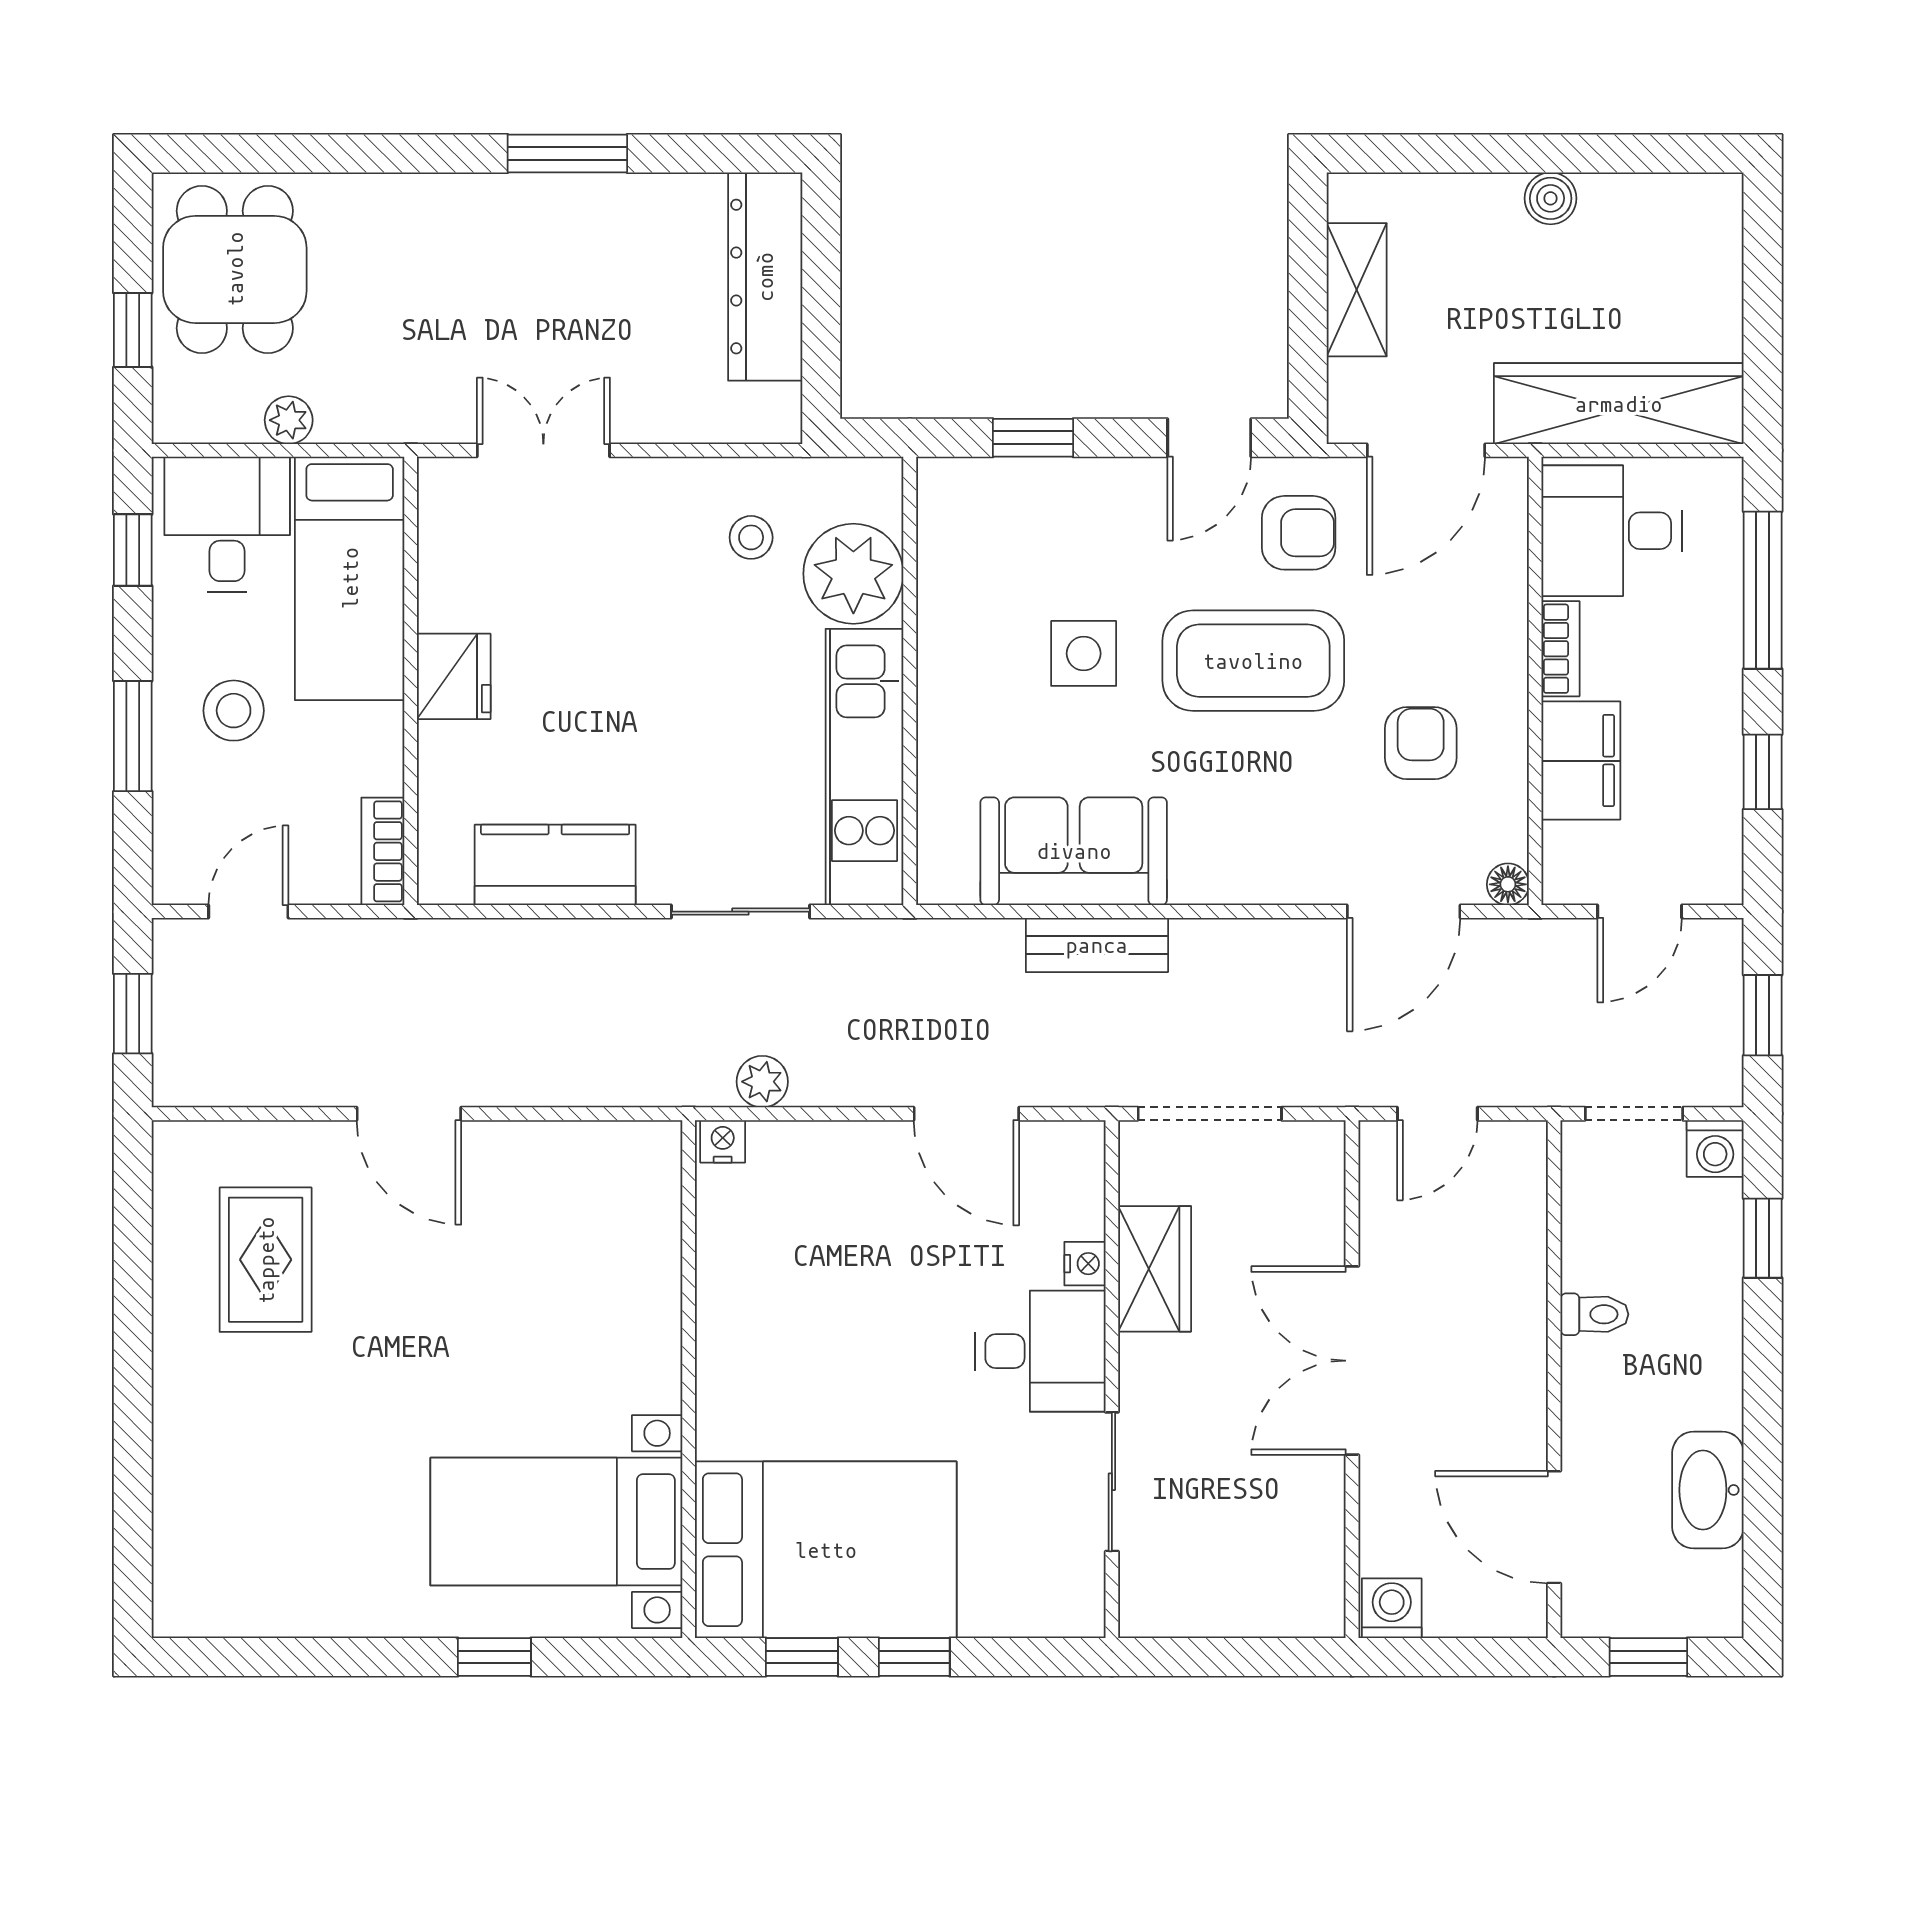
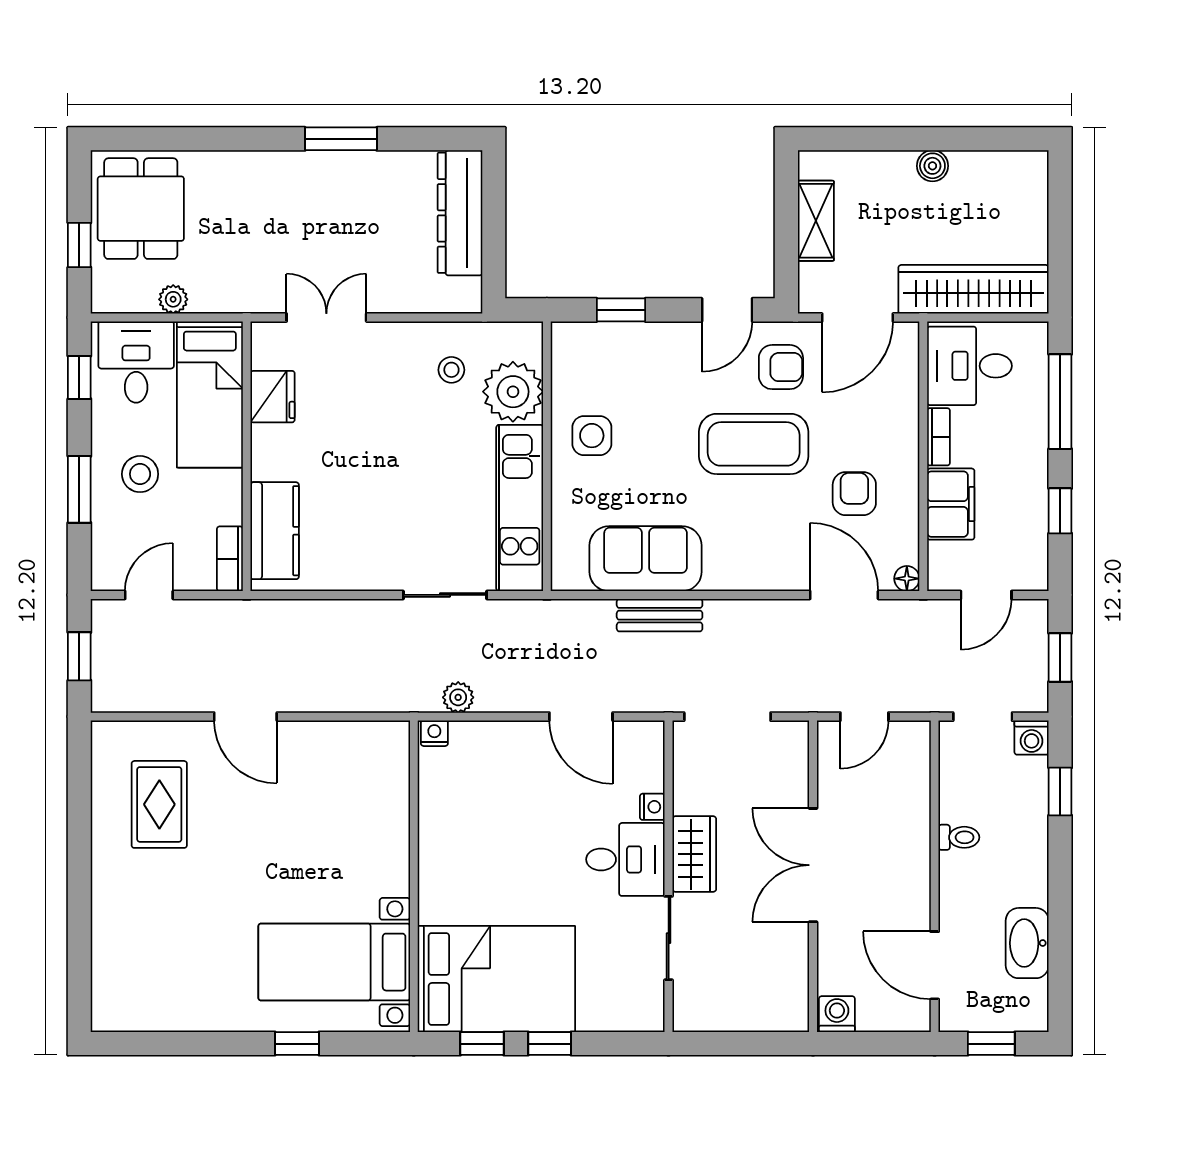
side table: (1084, 653) -> (592, 436), moved
fridge: (454, 676) -> (273, 397), moved
kitchen counter: (555, 865) -> (275, 531), moved, turned 90
door: (1404, 912) -> (844, 595), swing flipped
wardrobe: (1155, 1269) -> (694, 854), moved

